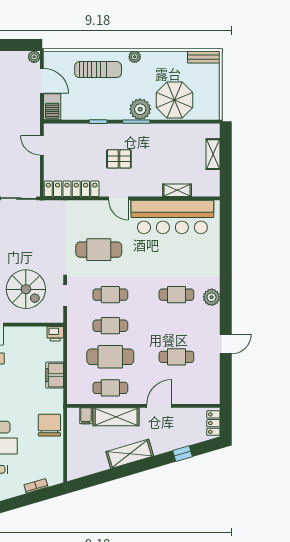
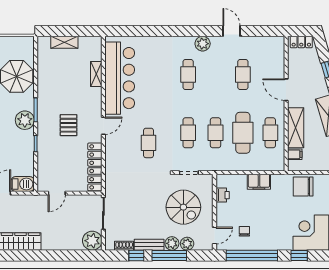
plant: (140, 109) -> (25, 120), moved
cafe table: (99, 250) -> (149, 143), width x0.73, depth x0.74
spiral stairs: (26, 289) -> (183, 207), turned 90
plant: (212, 297) -> (203, 44), moved
printer: (55, 334) -> (223, 195), moved

